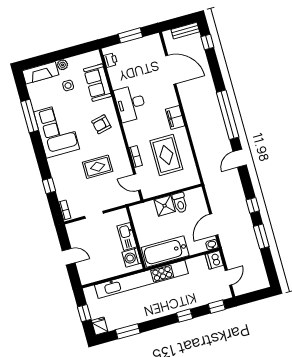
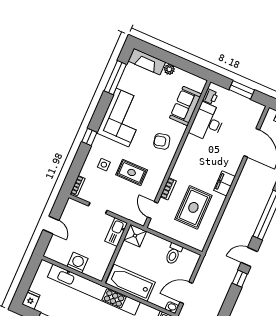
side table: (68, 86) -> (104, 165), moved
desk: (130, 103) -> (207, 122), moved
window: (30, 116) -> (115, 78), moved
window: (49, 186) -> (89, 137), moved
window: (253, 205) -> (240, 279), moved
shower: (165, 206) -> (135, 236), moved
kitchen sink: (127, 236) -> (116, 232), moved
washing machine: (132, 258) -> (78, 263), moved, turned 90
window: (84, 313) -> (27, 280), removed

